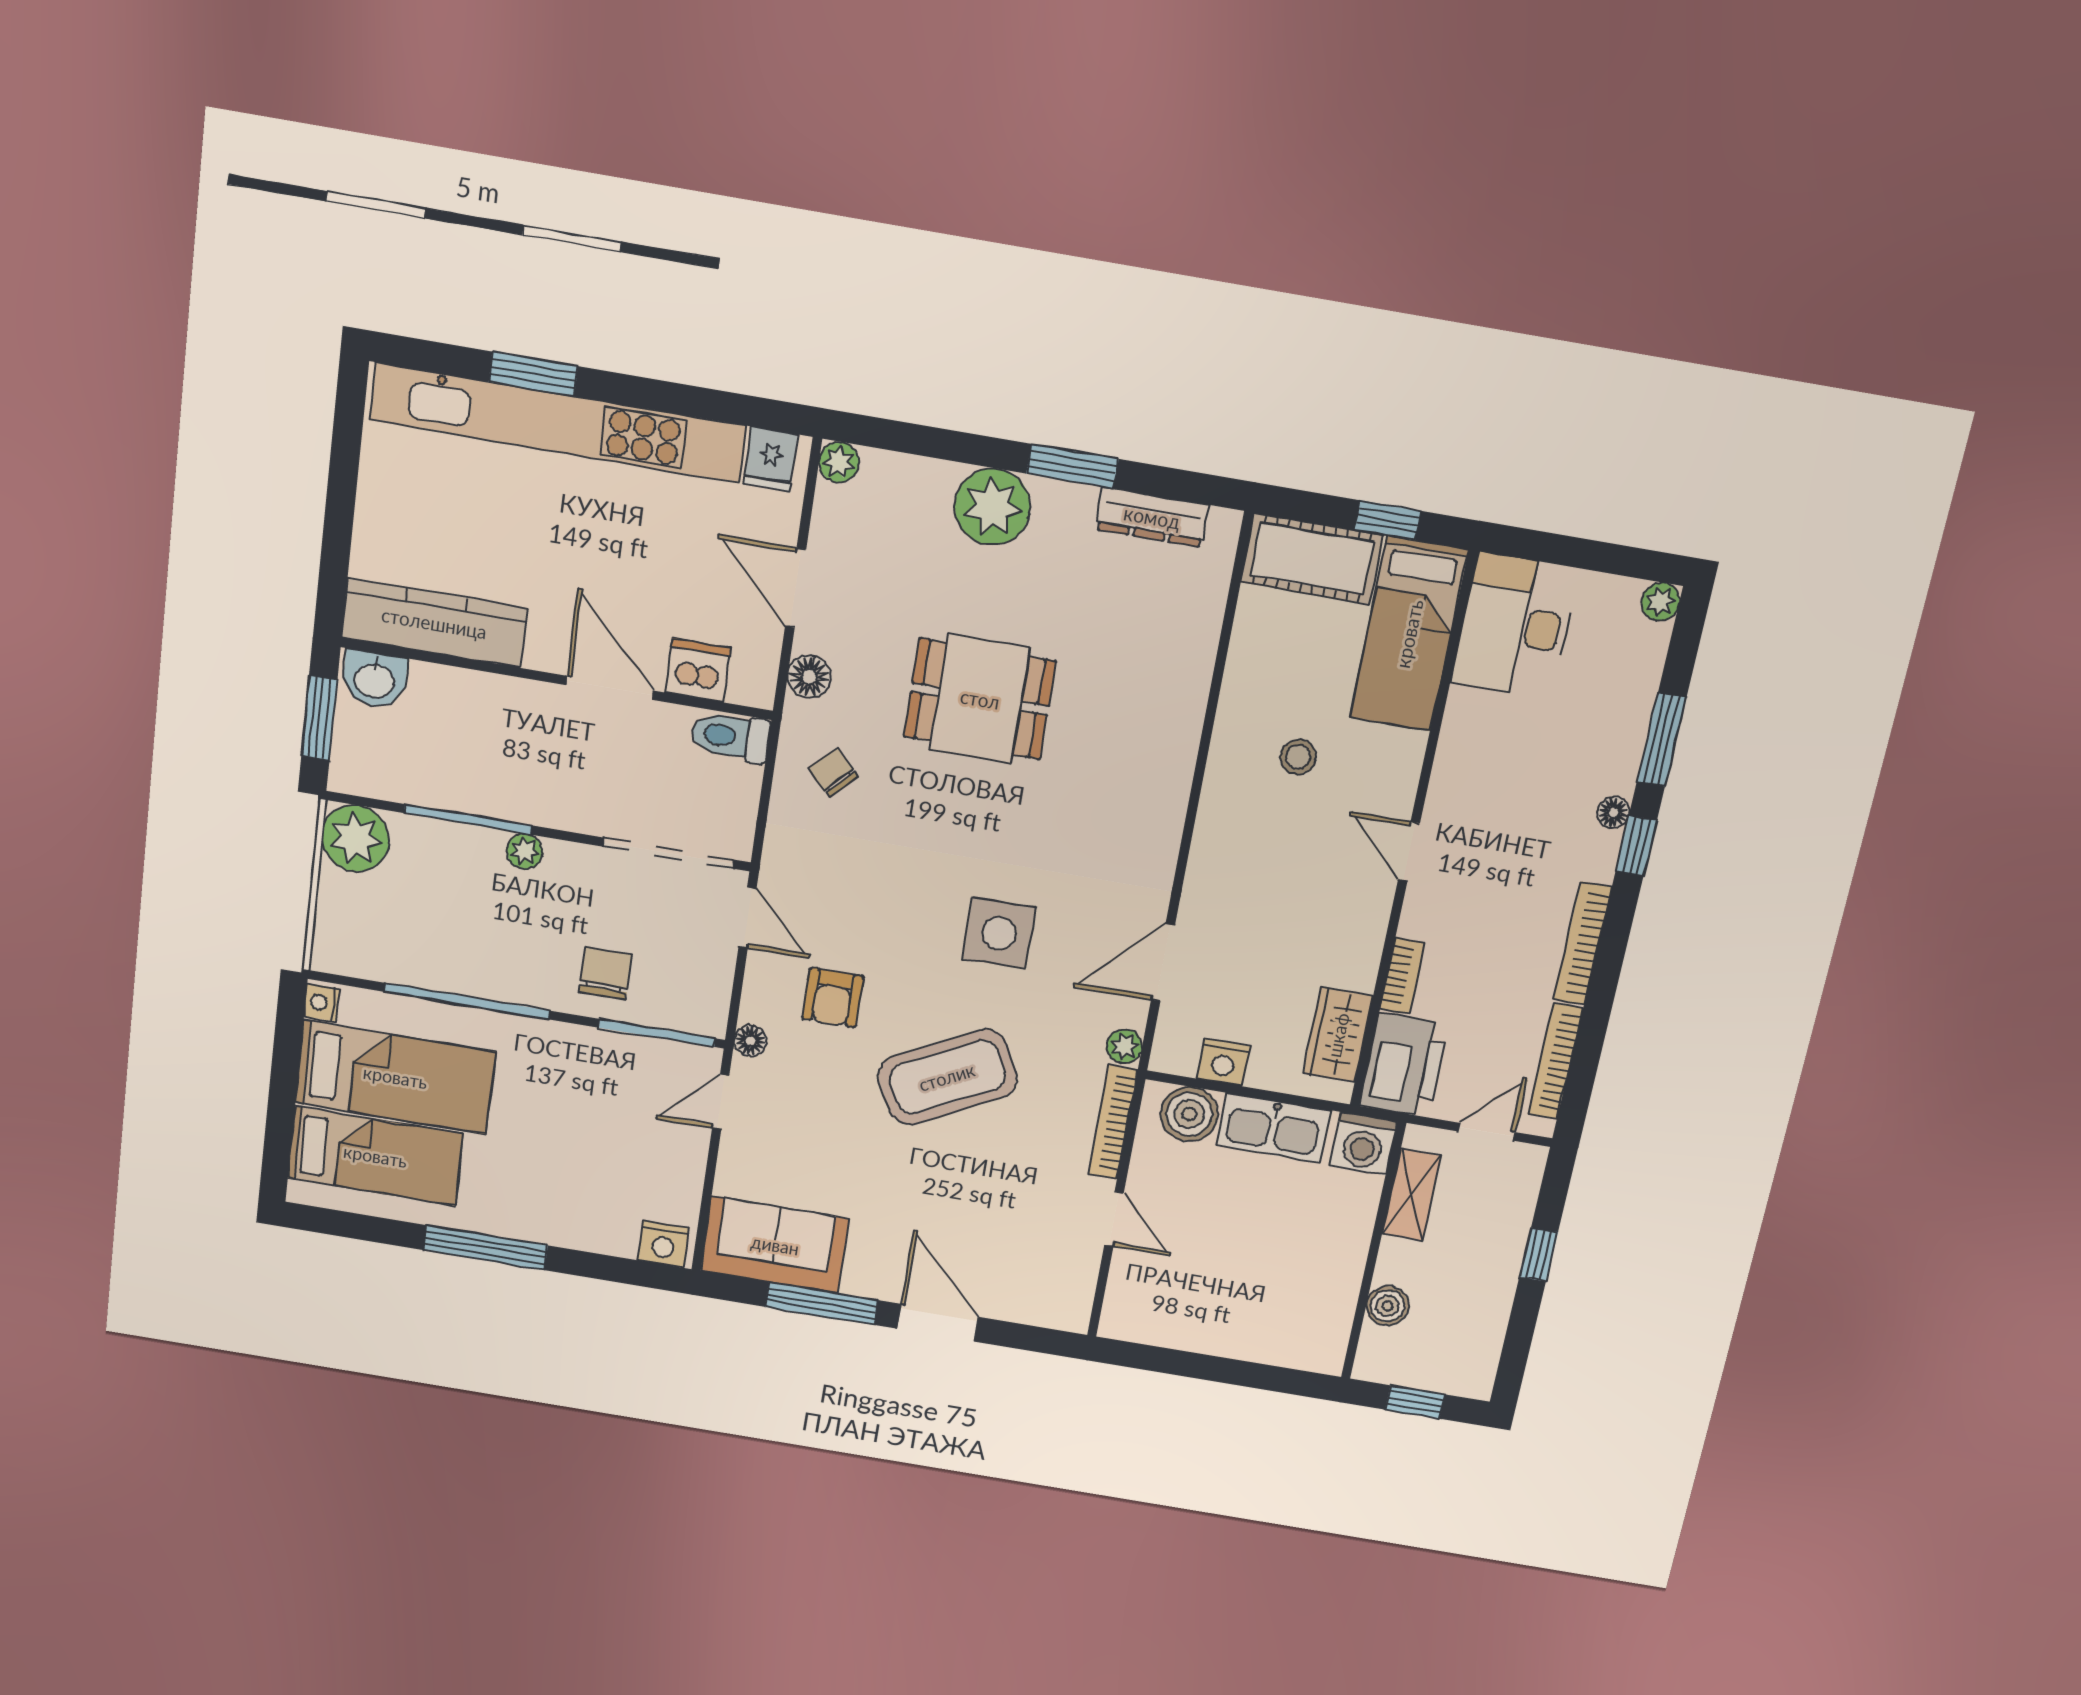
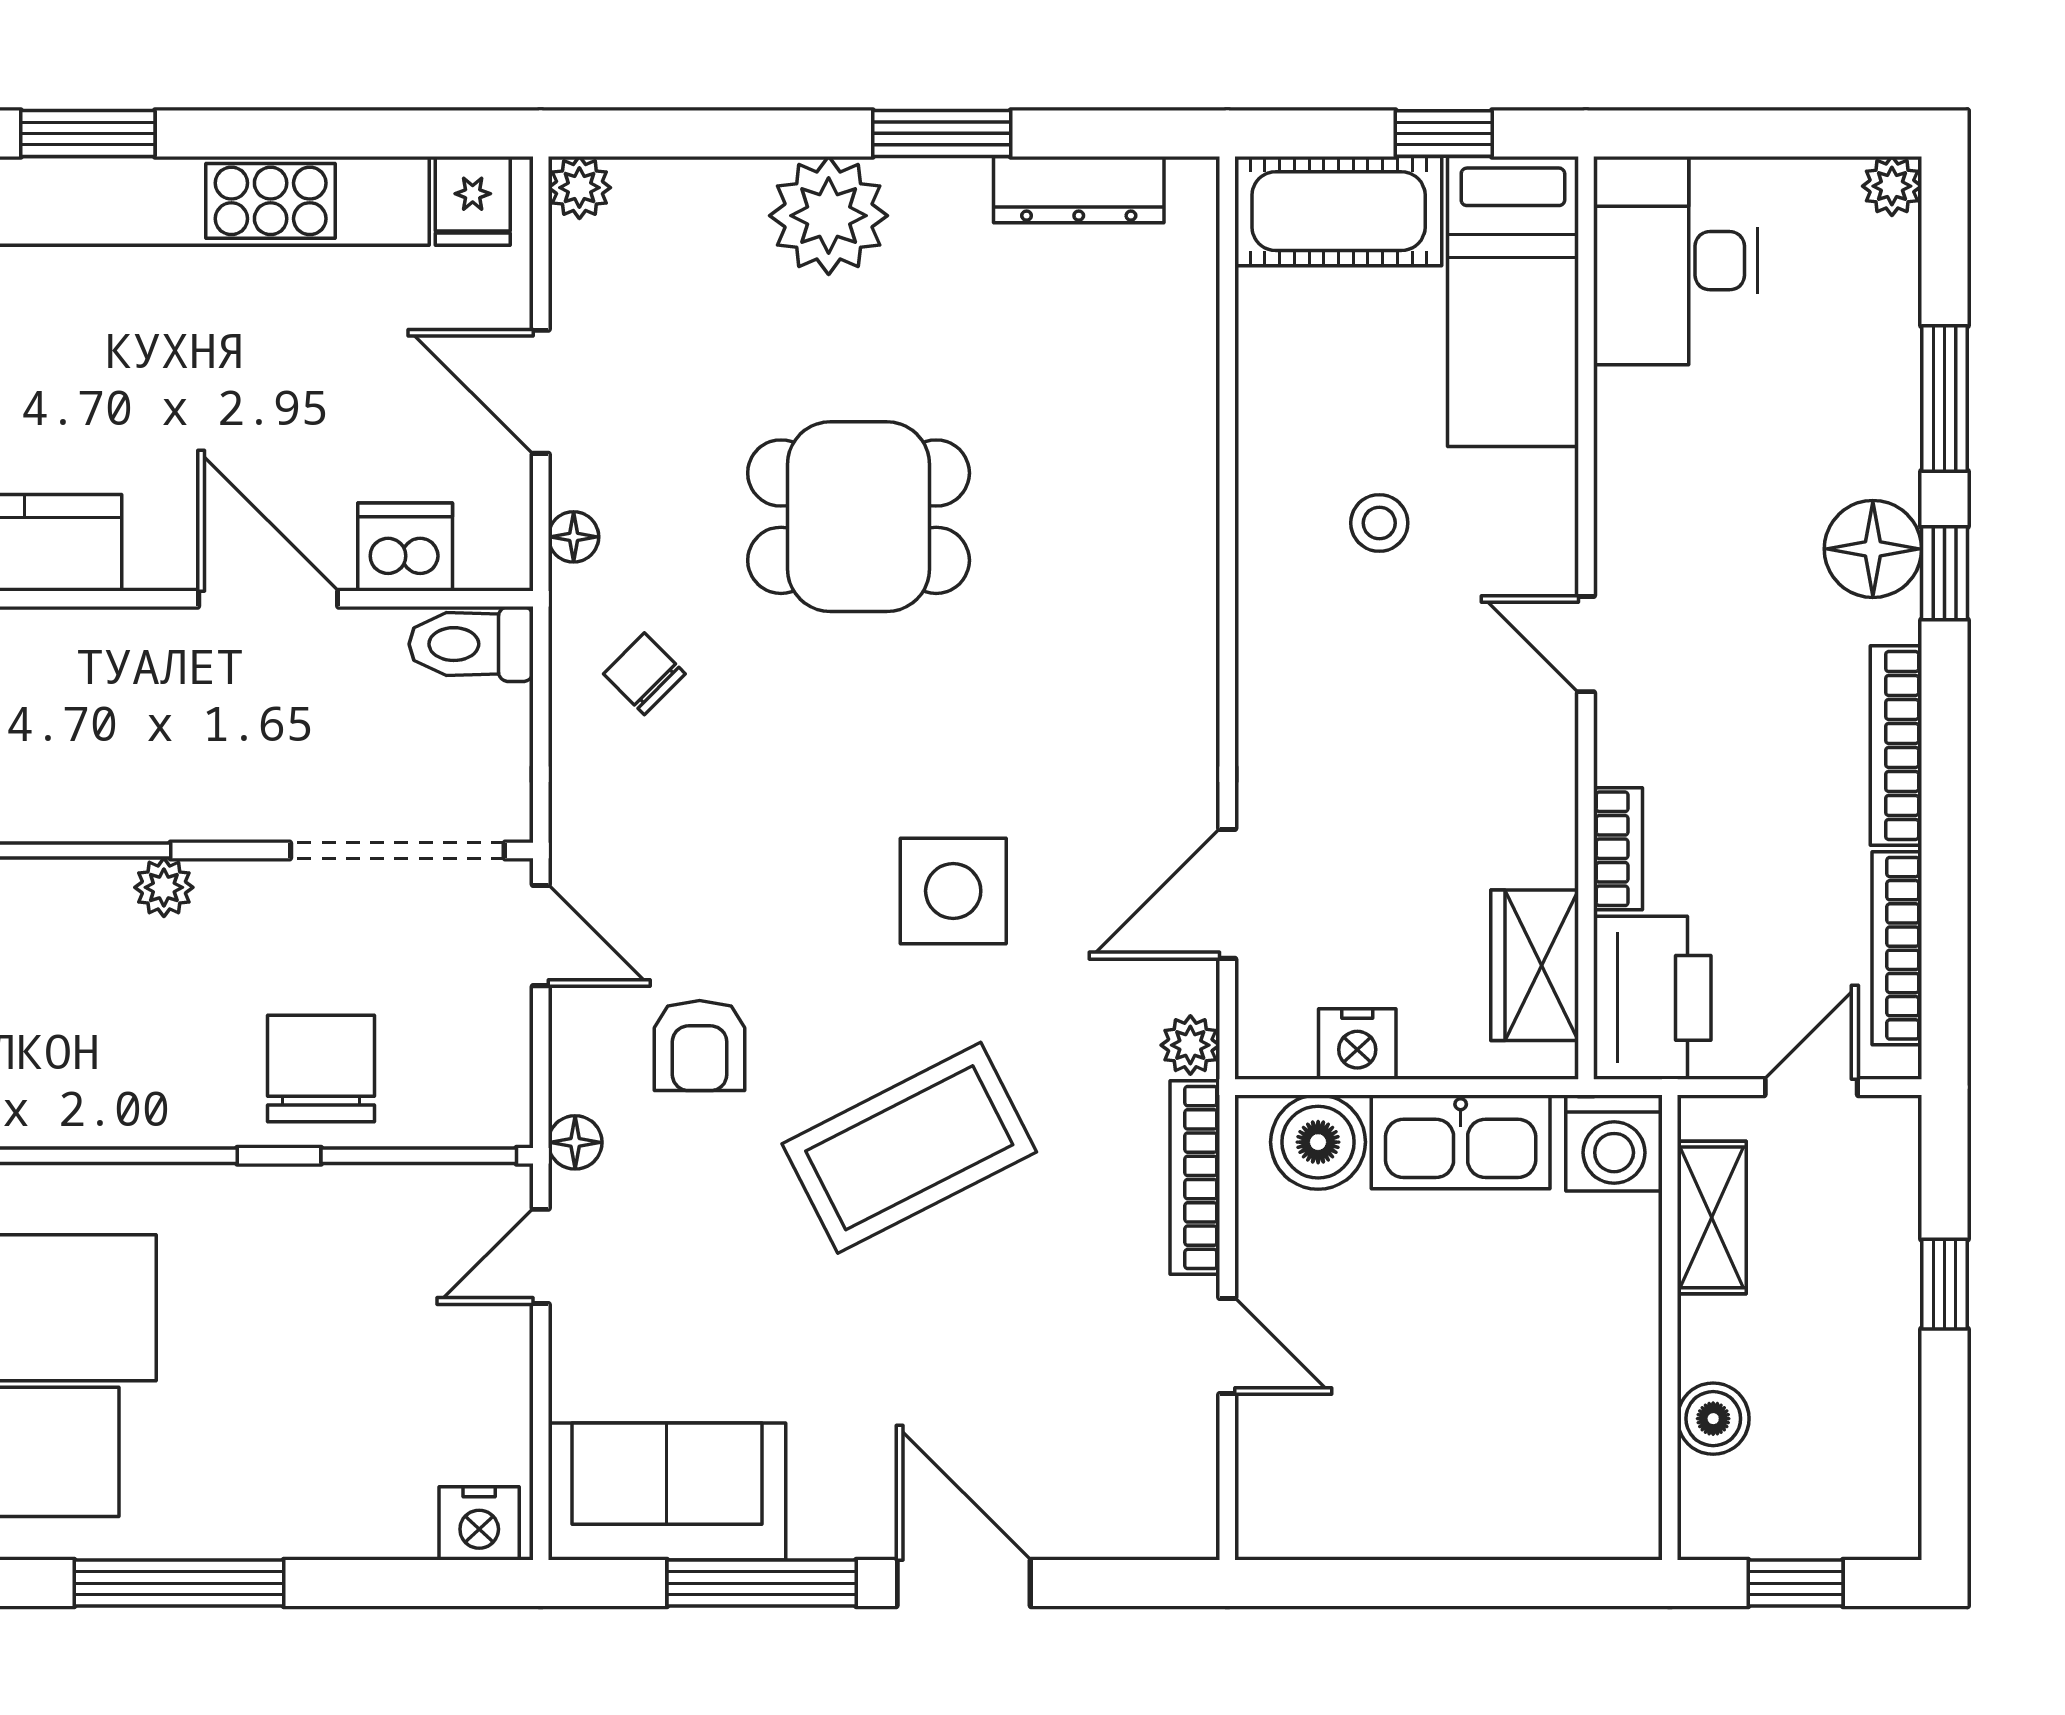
floor lamp: (809, 677) -> (574, 537), width x0.73, depth x0.73
floor lamp: (1613, 812) -> (1873, 549), width x1.89, depth x1.89
chair: (605, 973) -> (321, 1069), width x1.37, depth x1.37

